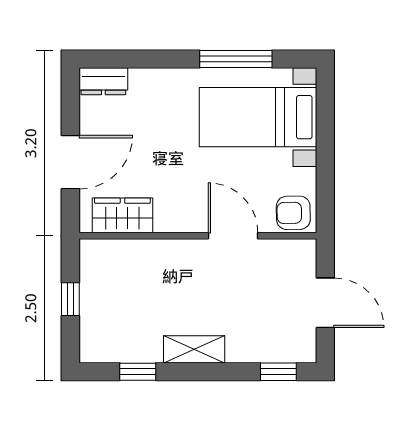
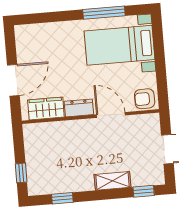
dresser: (103, 81) -> (79, 108), moved, turned 180
window: (70, 299) -> (21, 173), moved
shelving: (194, 349) -> (112, 181), moved

